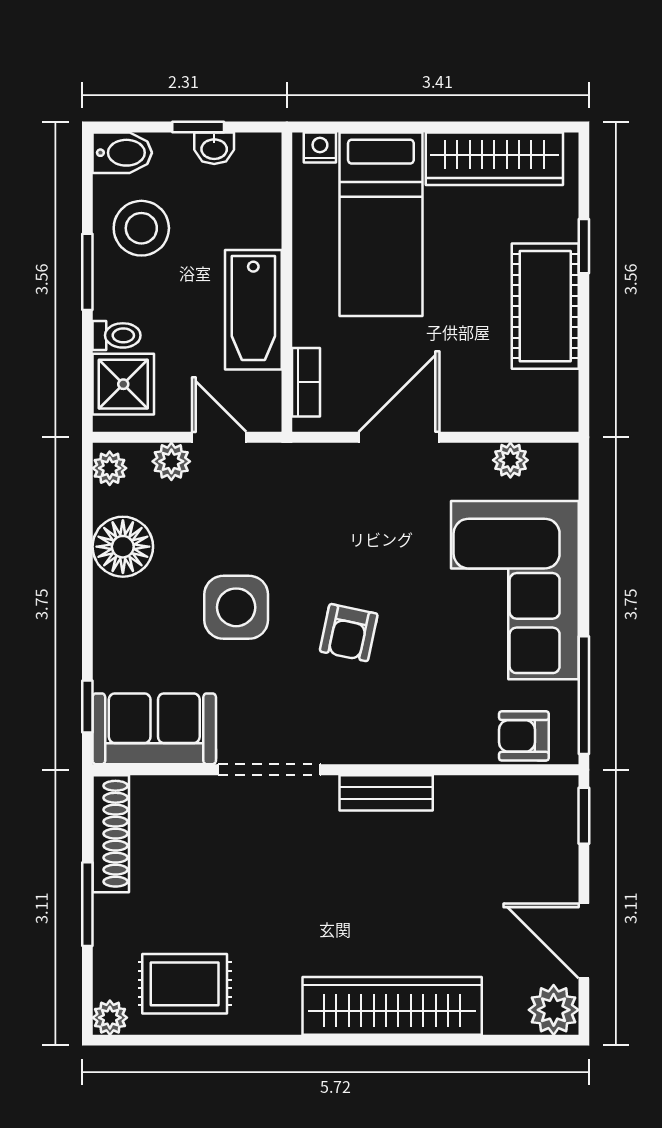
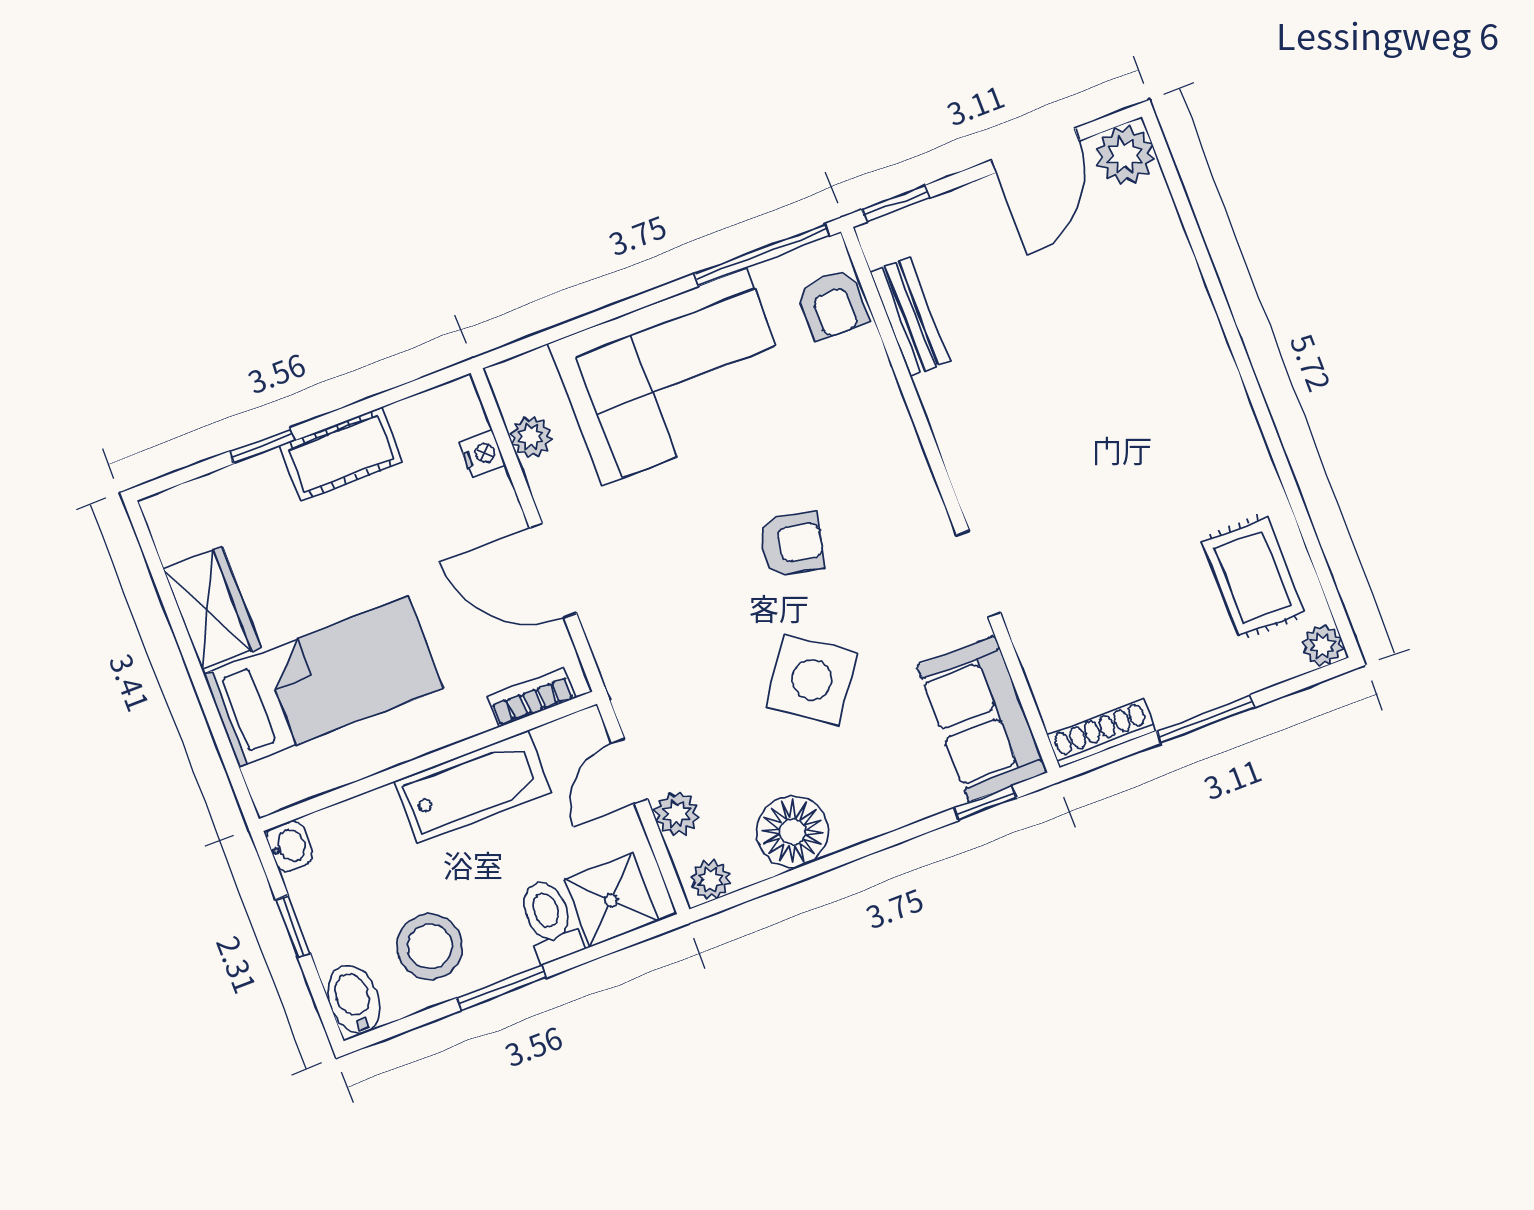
nightstand: (320, 147) -> (482, 454), moved, turned 180
washbasin: (214, 148) -> (289, 846), moved
wardrobe: (494, 159) -> (212, 608), width x0.67
cot: (545, 306) -> (341, 454), width x0.73, depth x0.75
toilet: (117, 335) -> (550, 920), width x1.37, depth x1.39
side table: (236, 607) -> (812, 680), turned 35
doorway: (269, 770) -> (979, 574), width x0.73
bench: (386, 793) -> (910, 317), moved
shoe rack: (111, 834) -> (1101, 733), width x0.74, depth x0.81
wardrobe: (392, 1006) -> (1189, 336), removed

